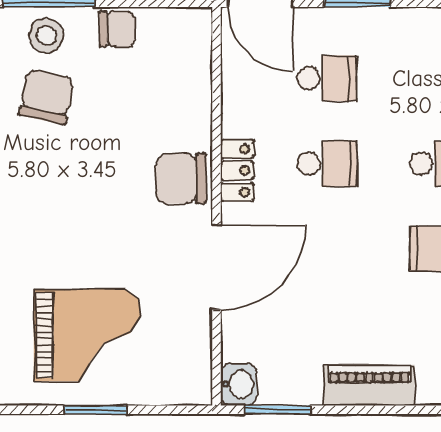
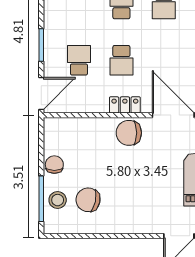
school desk: (327, 164) -> (121, 60), turned 180
chair: (181, 178) -> (129, 133), turned 90

